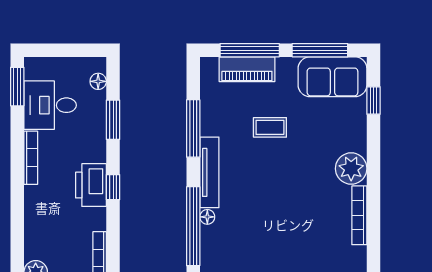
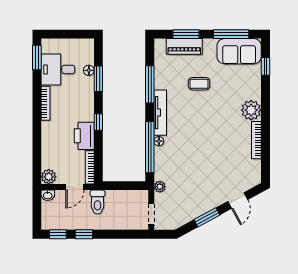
window: (250, 50) -> (186, 34), width x0.69
floor lamp: (98, 81) -> (89, 70), moved
printer: (91, 185) -> (84, 136), moved

